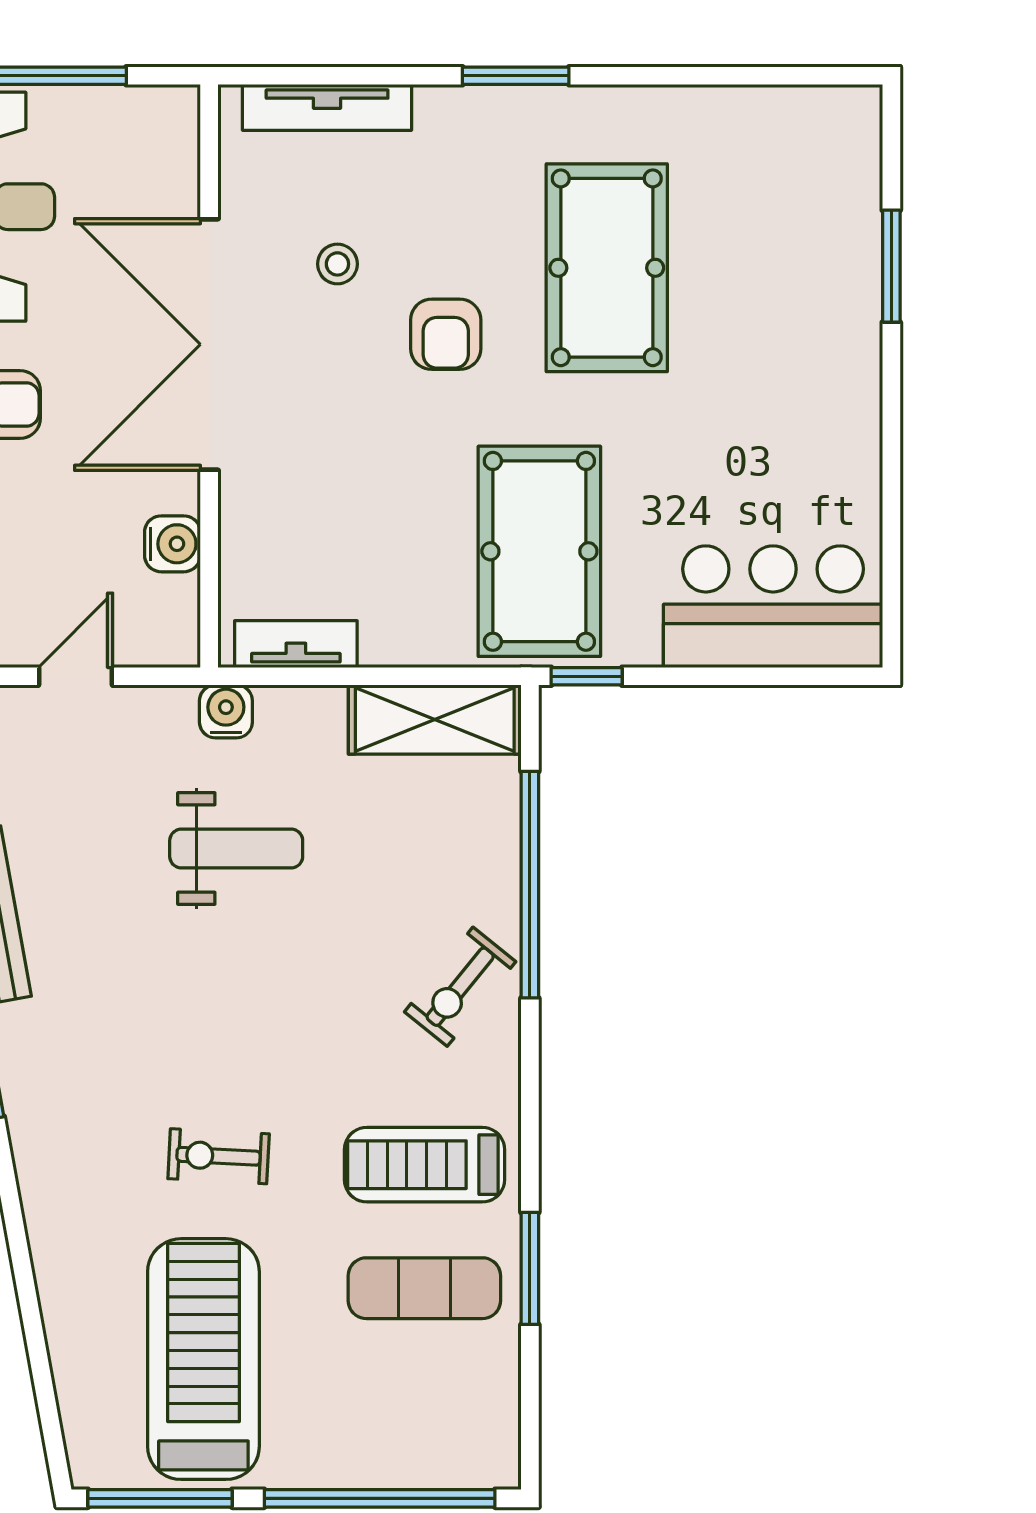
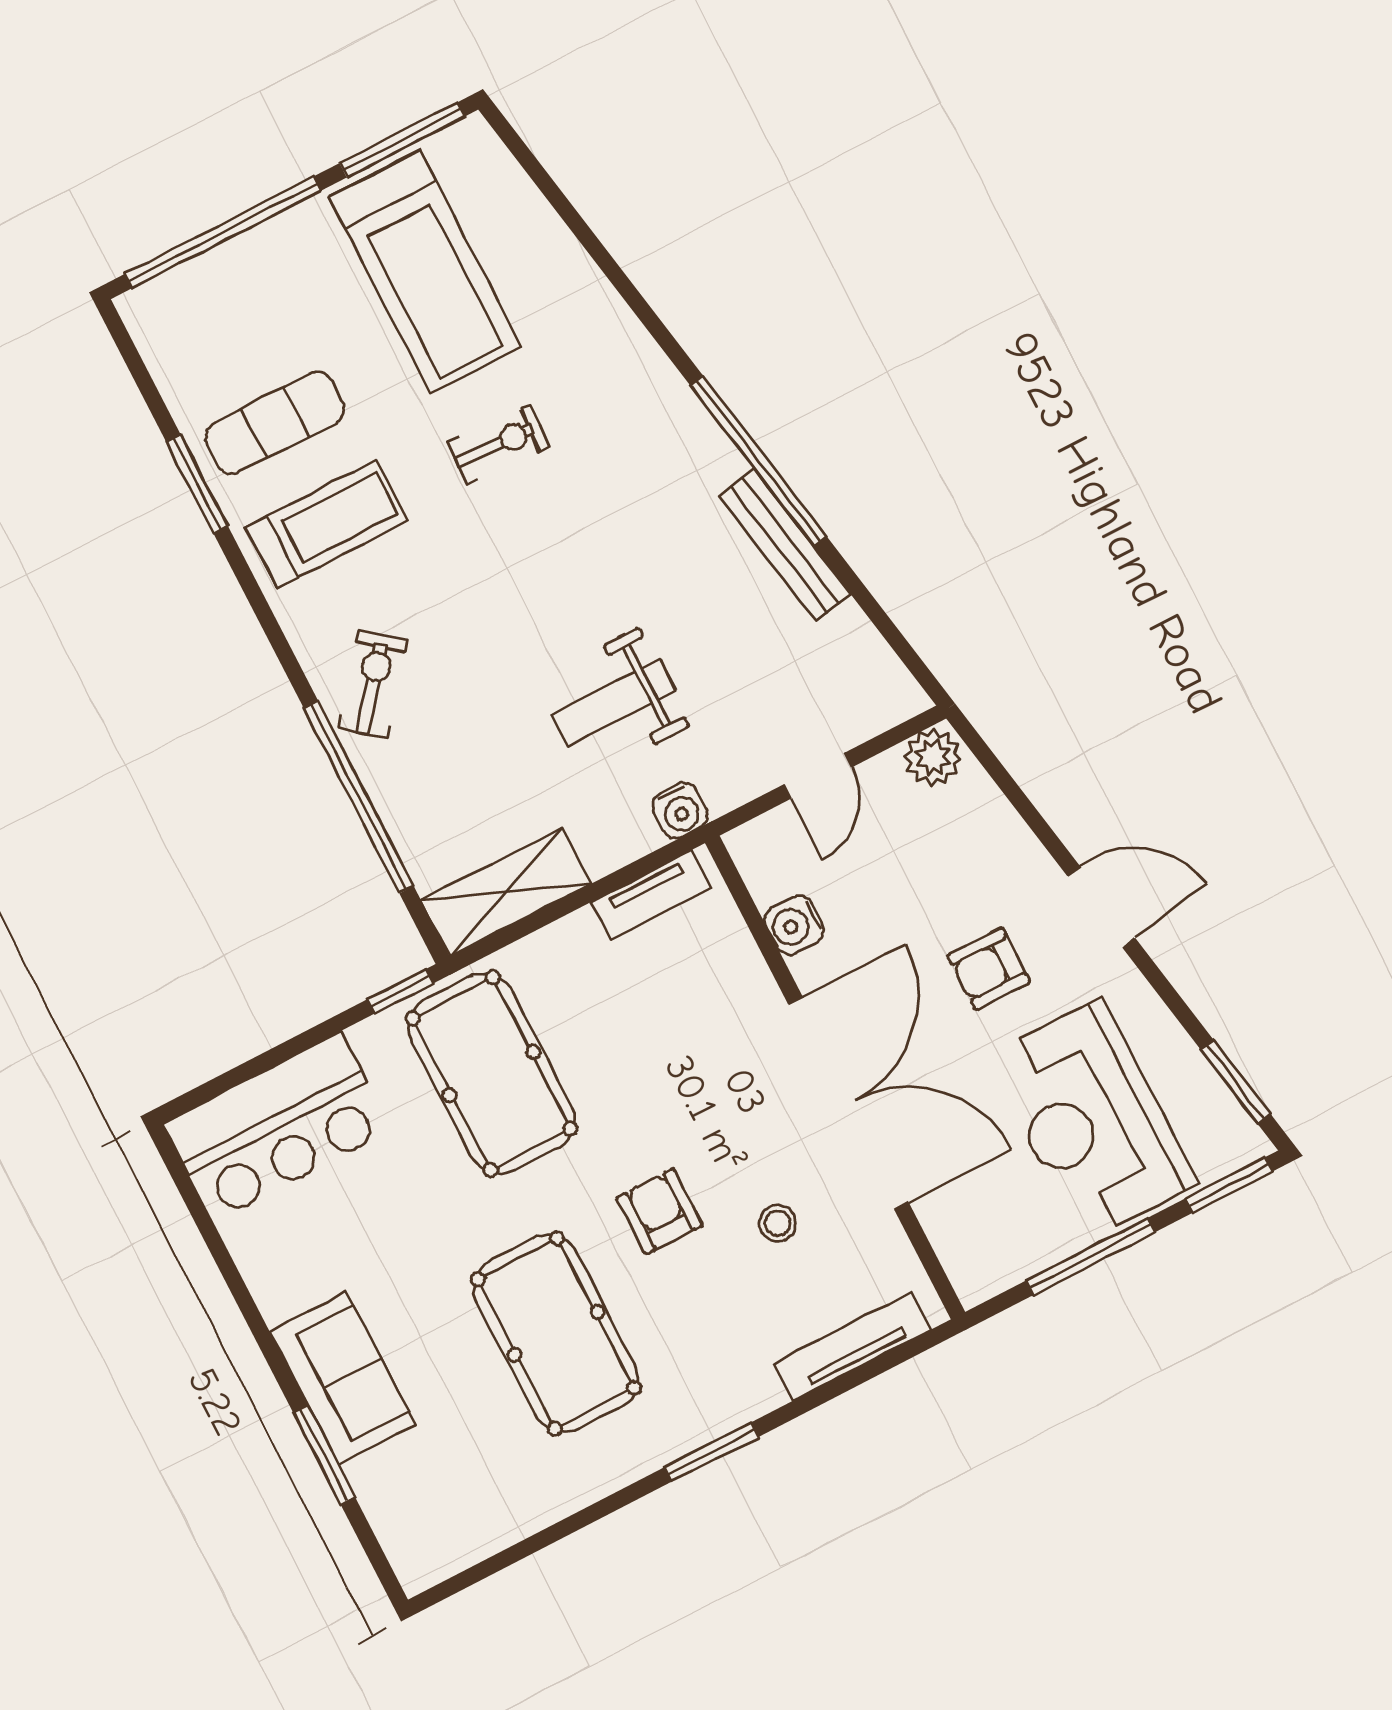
sofa: (835, 331) -> (342, 1378), added

